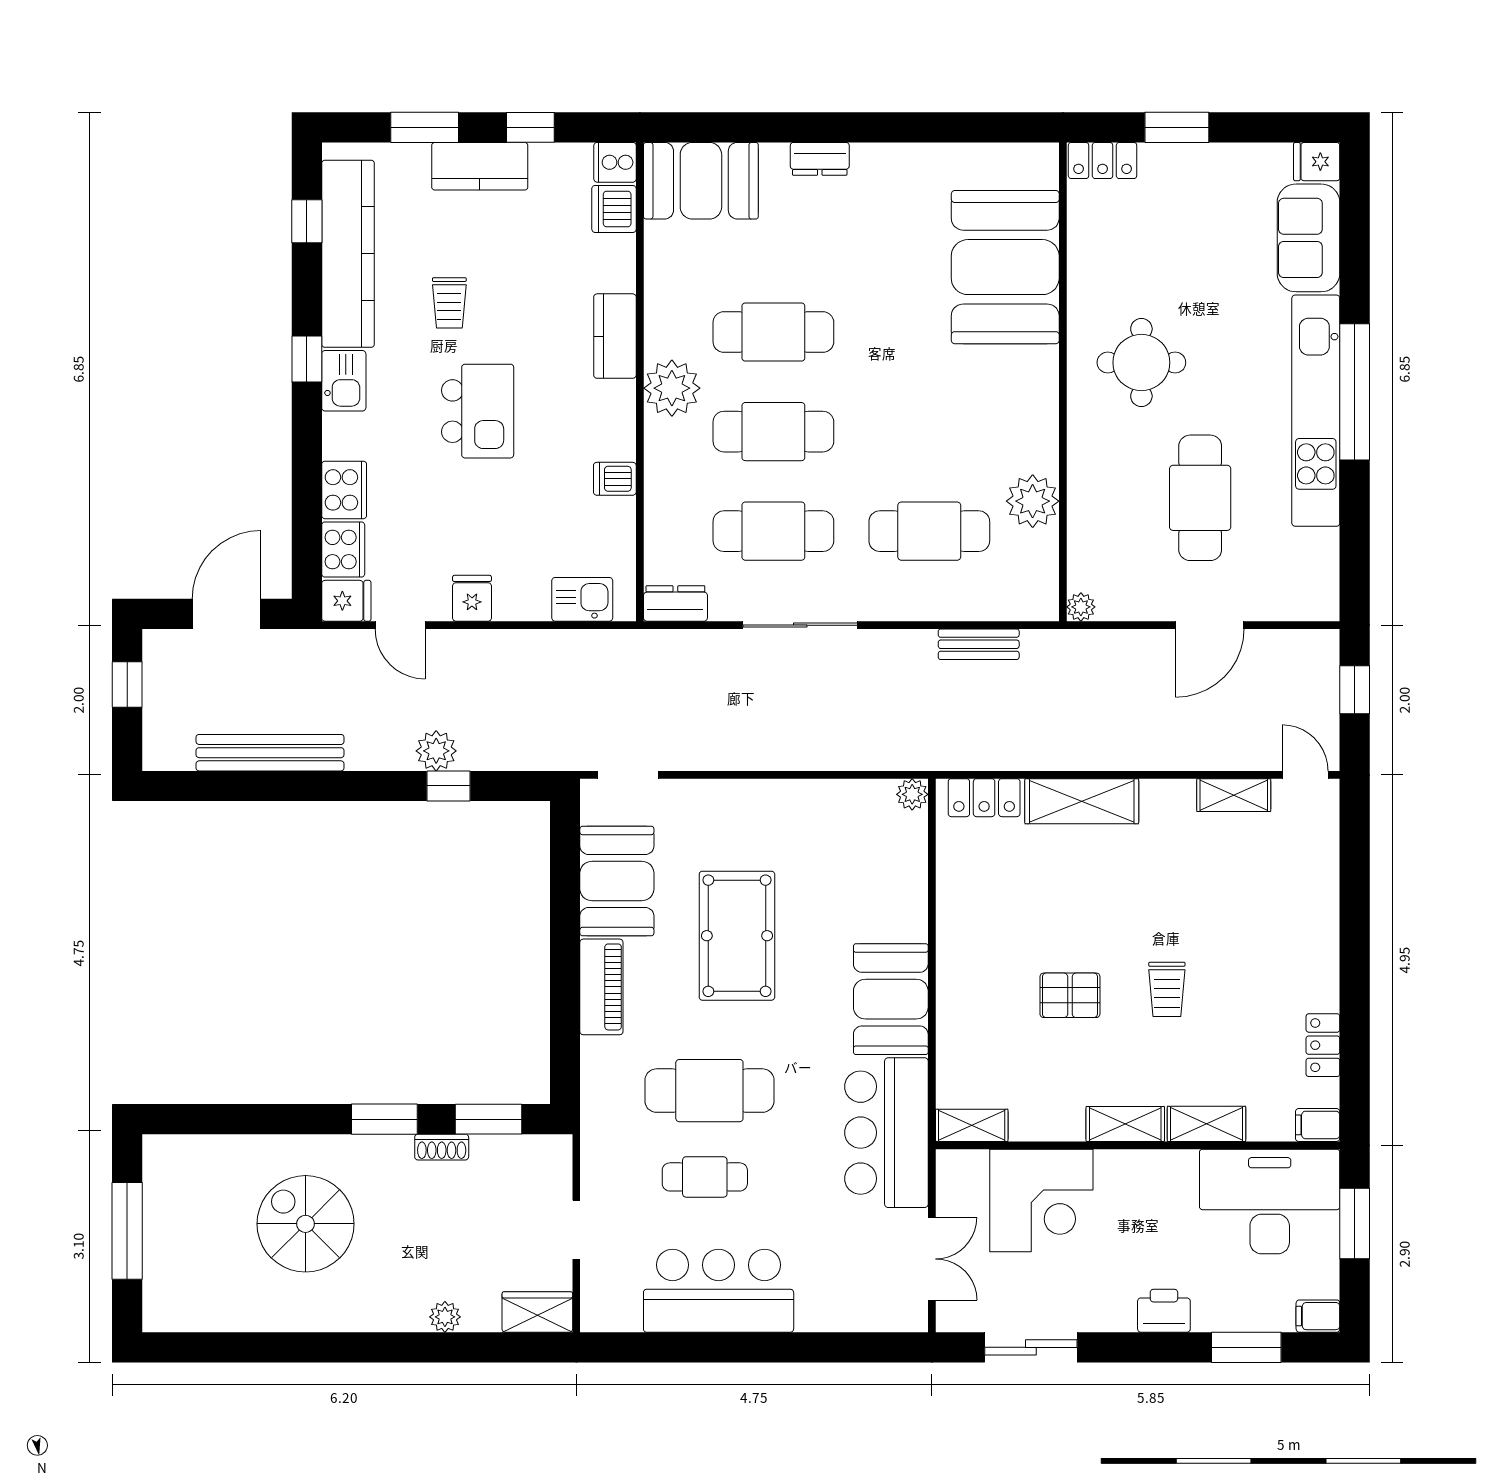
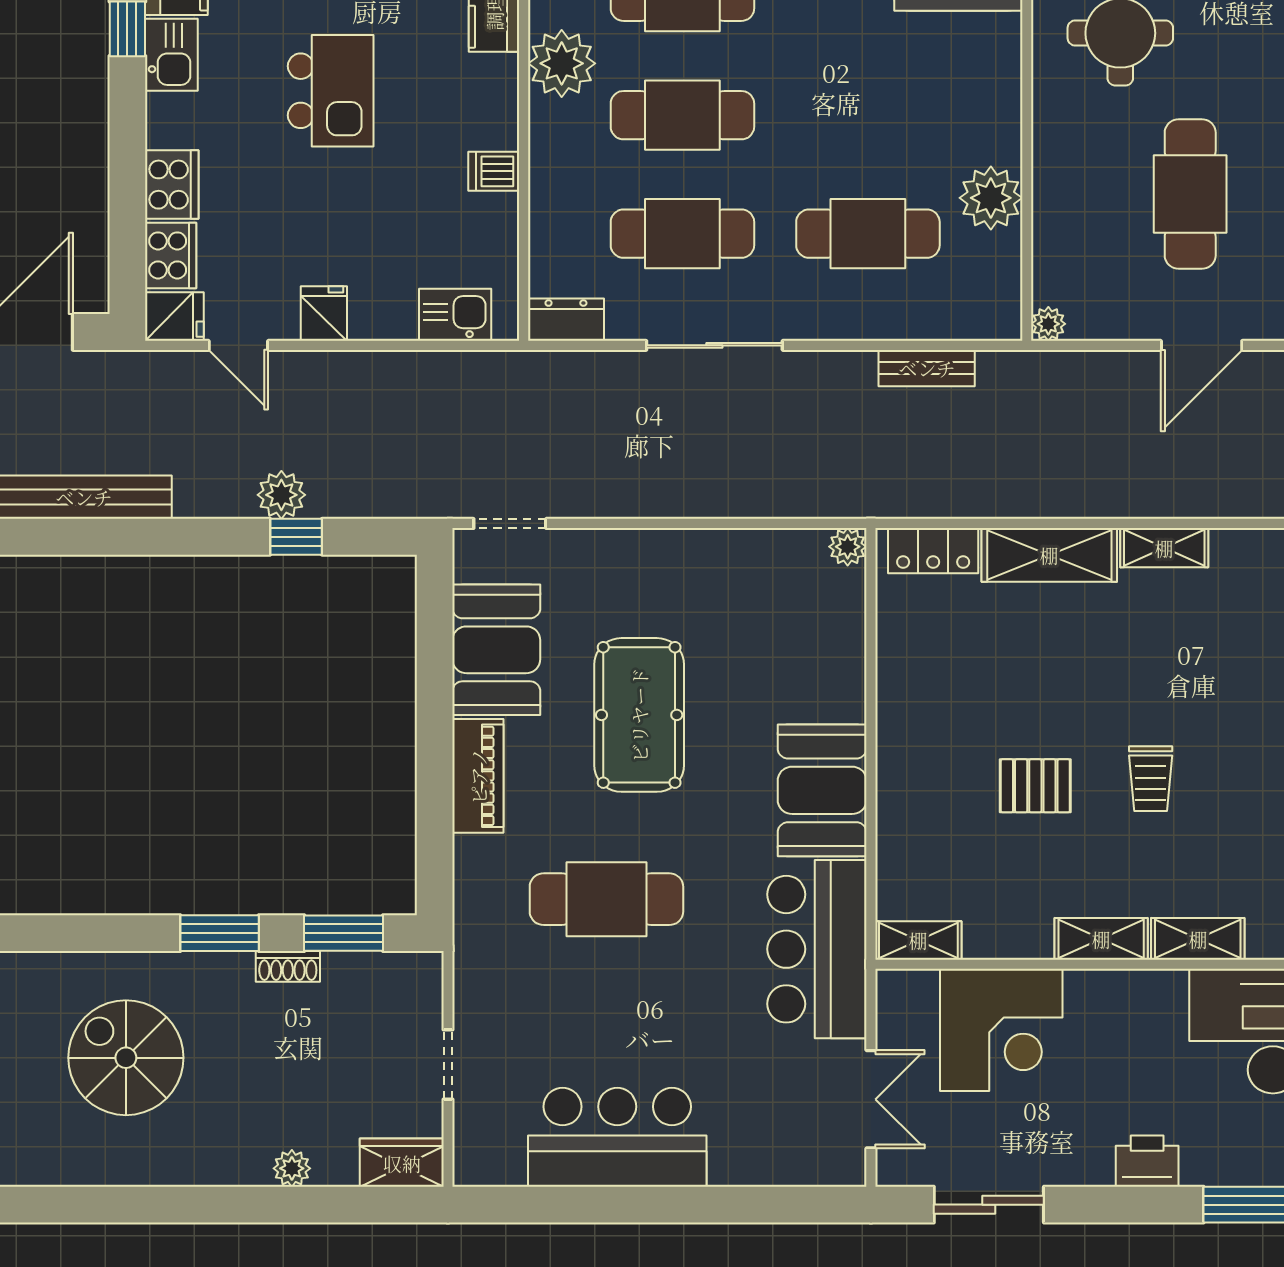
shelving: (1234, 795) -> (1164, 548), moved
cafe table: (705, 1177) -> (601, 1002), removed

